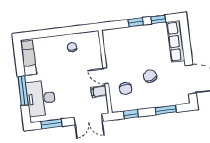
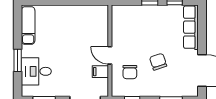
chair: (72, 47) -> (77, 20), removed
window: (23, 91) -> (18, 60), width x0.69
desk: (41, 98) -> (36, 71), width x0.73

